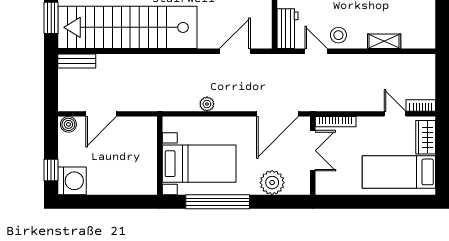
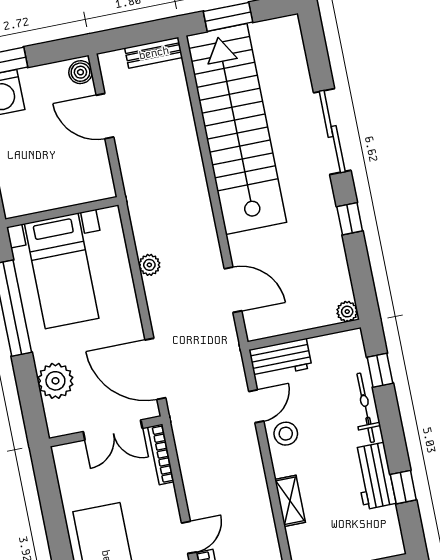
bench: (77, 61) -> (154, 53), moved, turned 90

